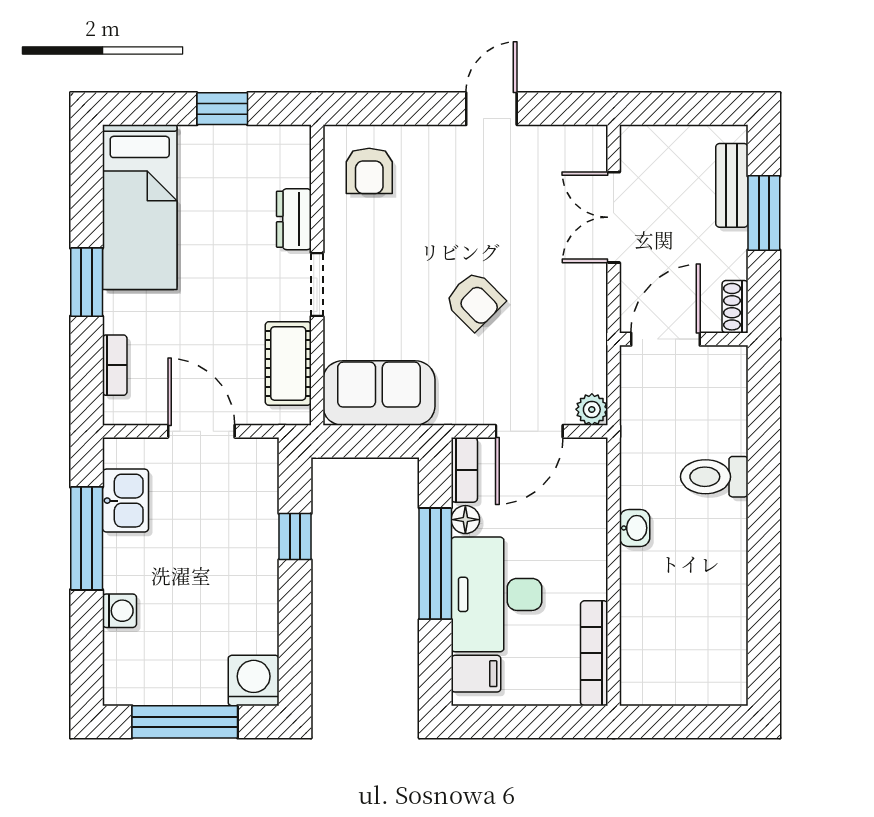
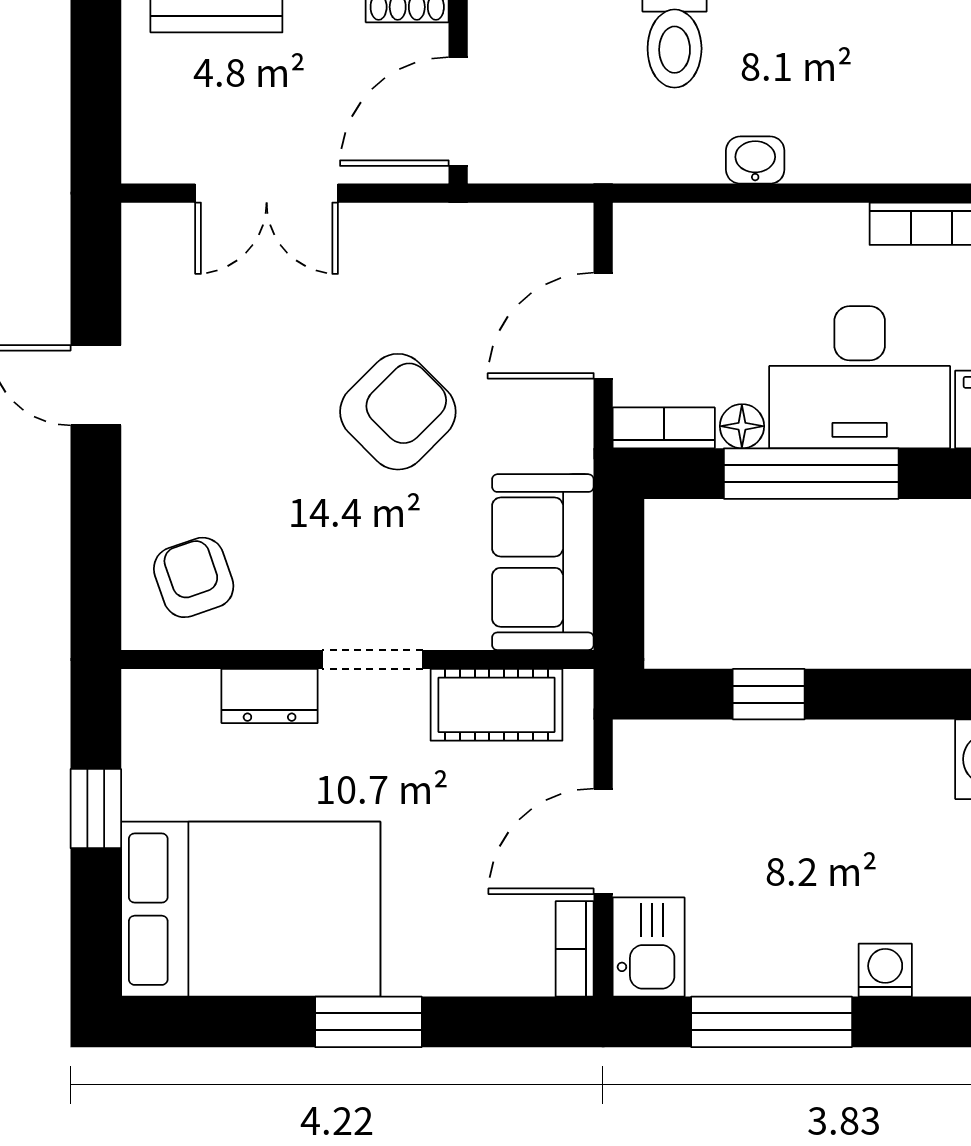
armchair: (369, 171) -> (194, 577), turned -109
bed: (140, 207) -> (251, 909), width x1.50
armchair: (475, 301) -> (398, 412), width x1.38, depth x1.38
door: (665, 339) -> (458, 112), hinge flipped
bookcase: (115, 365) -> (575, 949), moved, turned -90
plant: (592, 409) -> (569, 227), removed
door: (529, 431) -> (603, 326), swing flipped
kitchen sink: (125, 501) -> (649, 947), moved, turned 90

